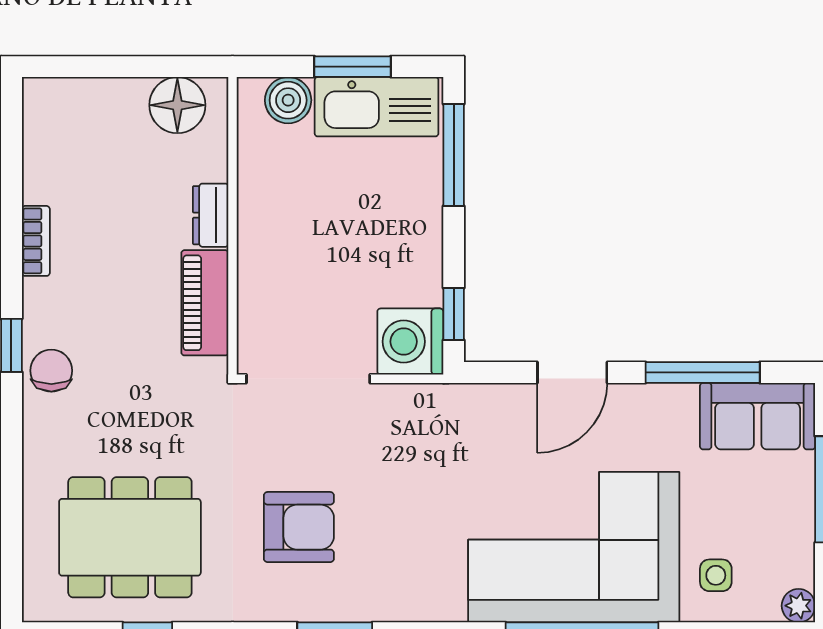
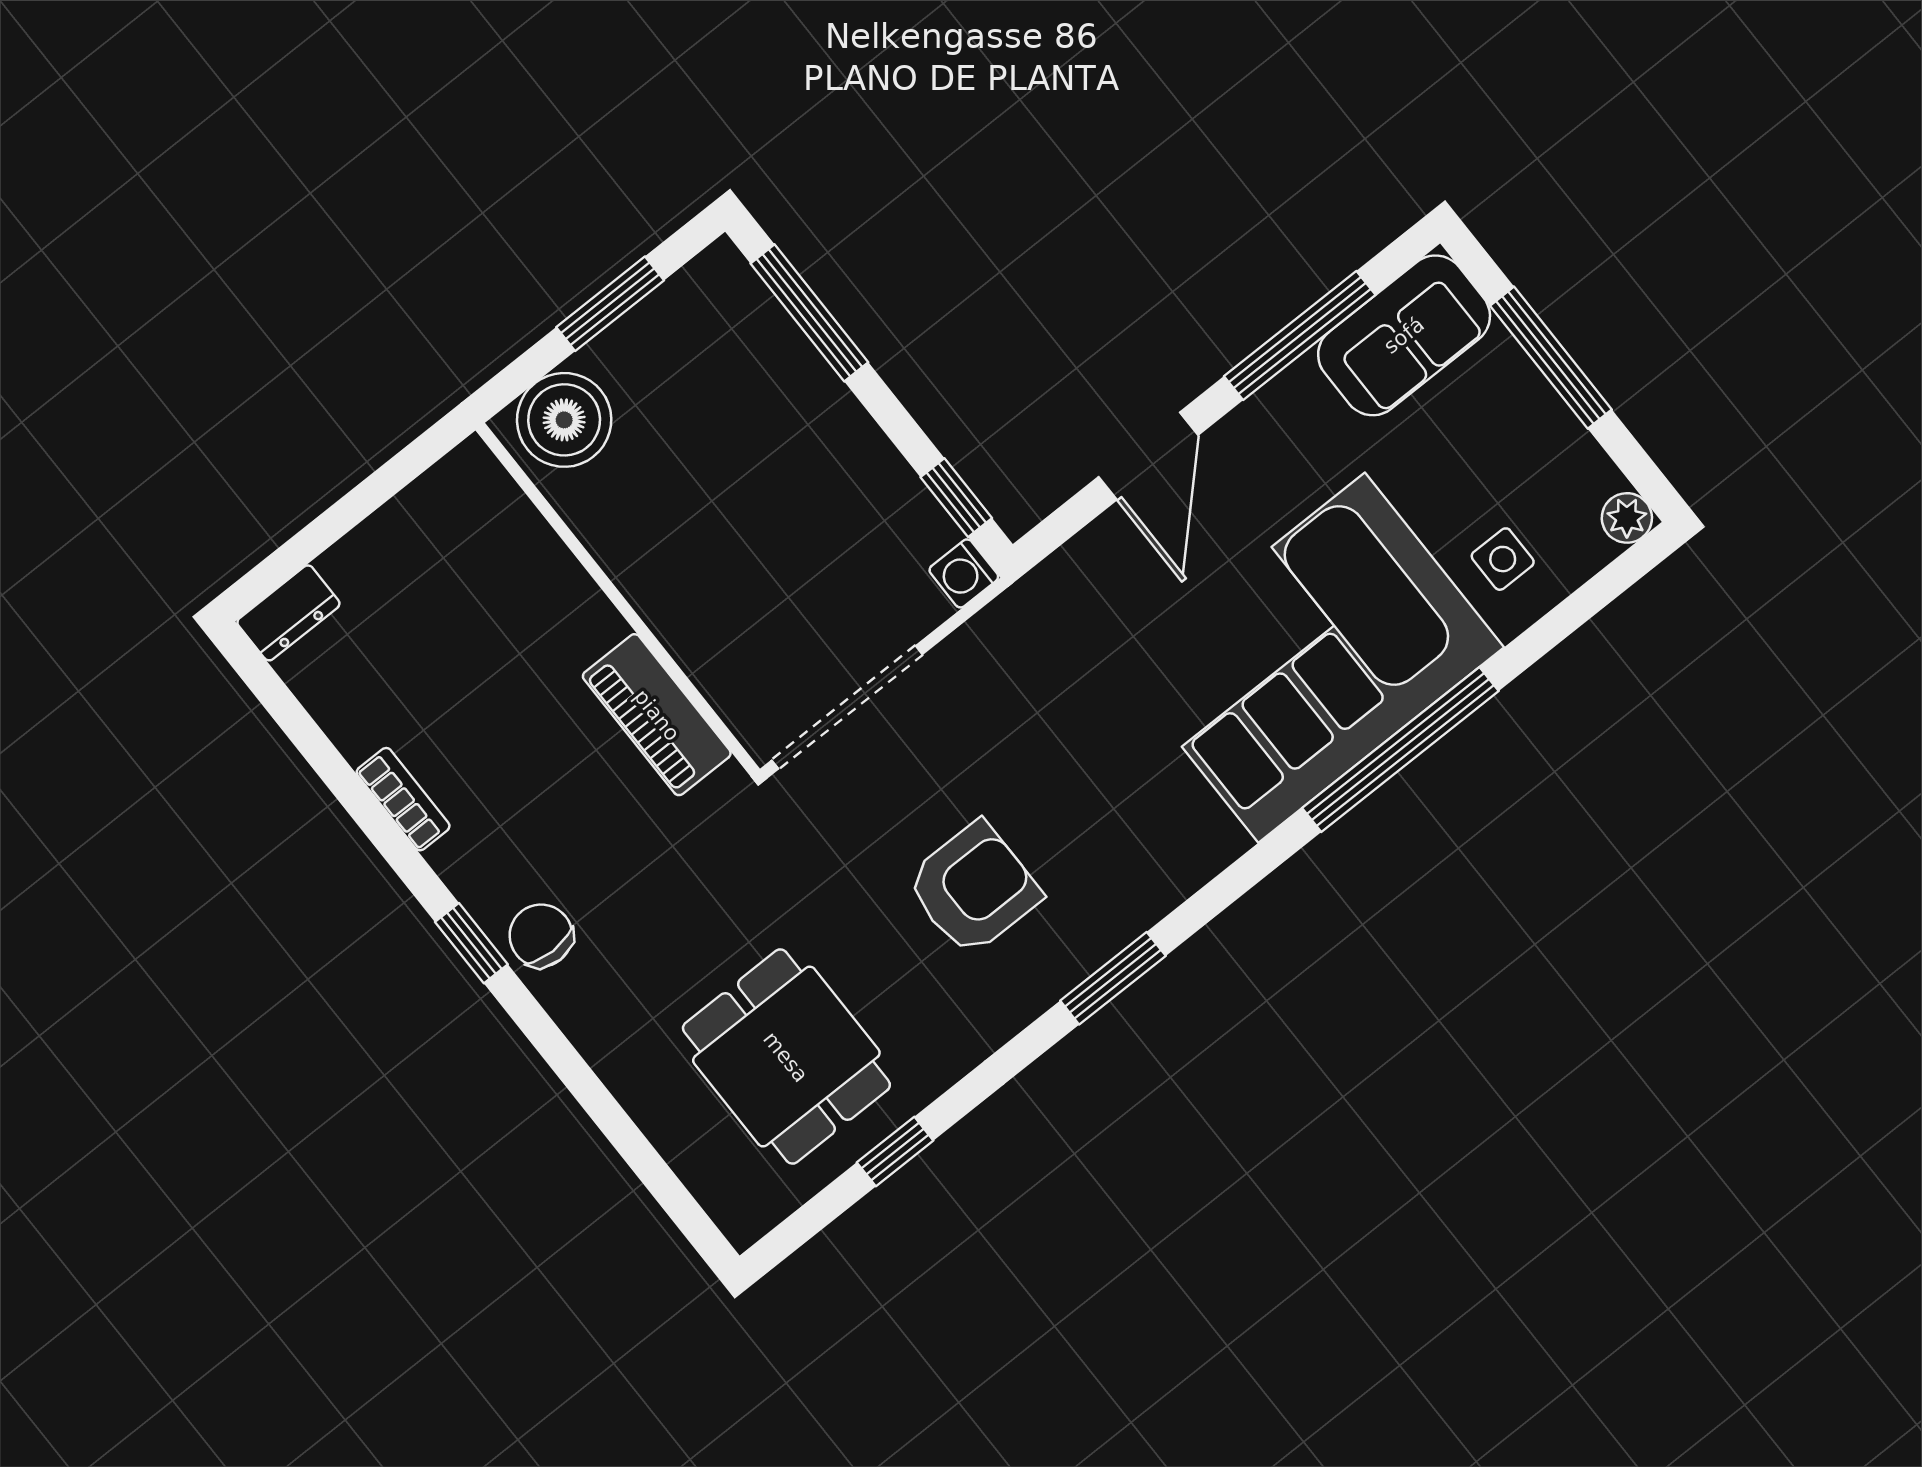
boiler: (288, 100) -> (564, 420), width x1.37, depth x1.37
floor lamp: (177, 105) -> (442, 510), removed
kitchen sink: (377, 107) -> (675, 328), removed
dresser: (211, 215) -> (288, 613), moved, turned -90
washing machine: (410, 342) -> (964, 573), width x0.53, depth x0.53
dining table: (130, 537) -> (786, 1057), width x0.73

